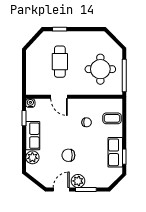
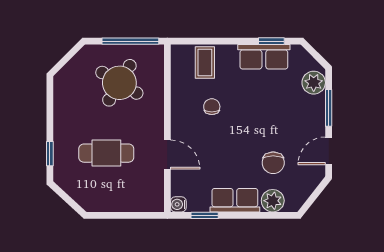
round table: (100, 69) -> (119, 83), turned 31
door: (59, 97) -> (167, 155), hinge flipped
chair: (68, 155) -> (273, 163), moved
plant: (78, 181) -> (314, 83), moved
door: (61, 190) -> (329, 151), hinge flipped

